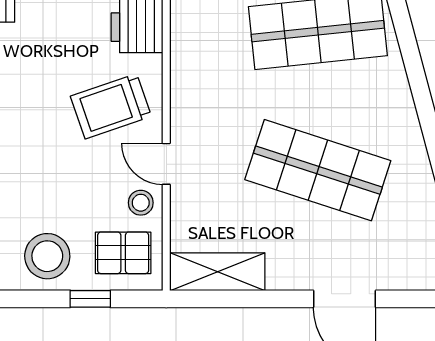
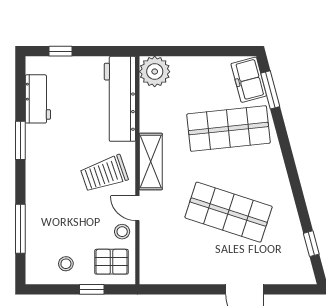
stool: (47, 256) -> (66, 264), width x0.53, depth x0.53
shelving: (218, 272) -> (151, 162), moved, turned 90

